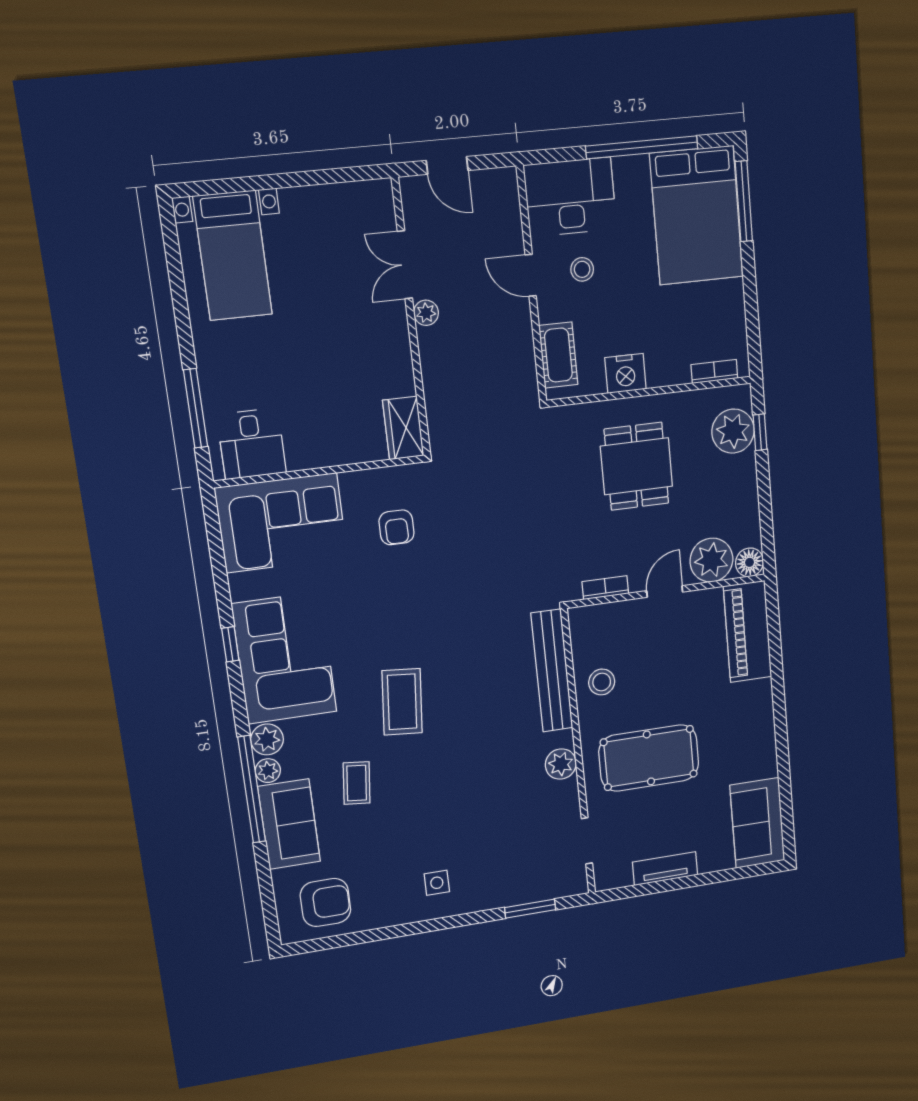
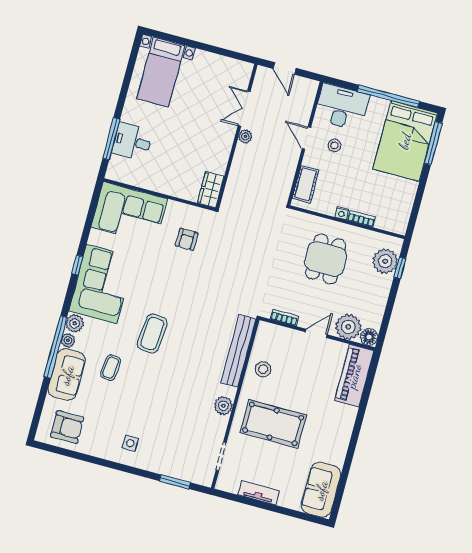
bookcase: (714, 371) -> (361, 219), moved
nightstand: (625, 373) -> (342, 213), width x0.53, depth x0.56
desk: (252, 444) -> (132, 142), moved, turned 90

